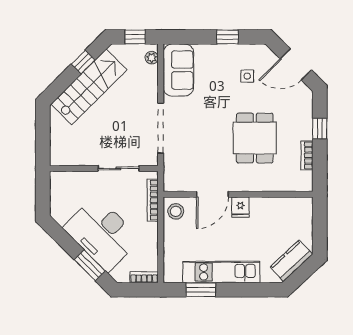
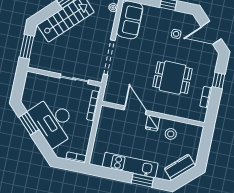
window: (43, 137) -> (27, 47), added
dining table: (255, 138) -> (172, 78), turned 90
door: (212, 194) -> (135, 110), swing flipped
stool: (176, 211) -> (171, 134), moved
window: (90, 265) -> (29, 123), moved
window: (201, 290) -> (142, 180), moved

